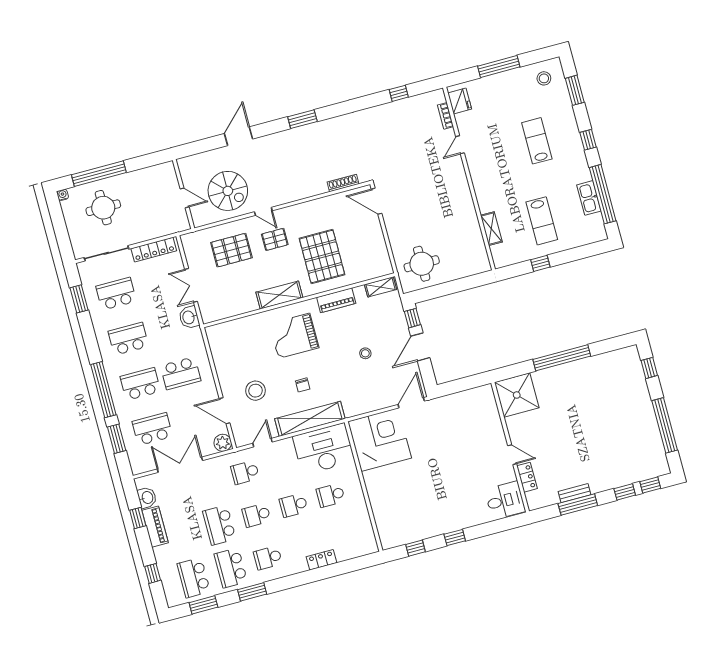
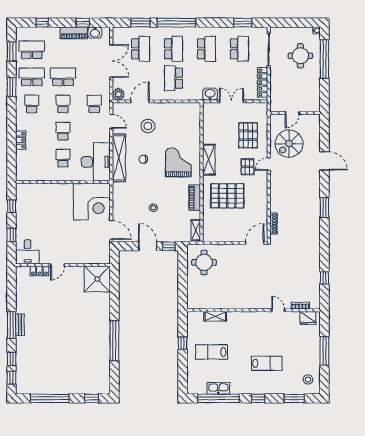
shower: (517, 395) -> (97, 279), moved
wall: (510, 447) -> (63, 265), moved
door: (512, 455) -> (57, 265), moved
locker: (527, 477) -> (39, 271), moved
desk: (505, 500) -> (28, 252), moved

